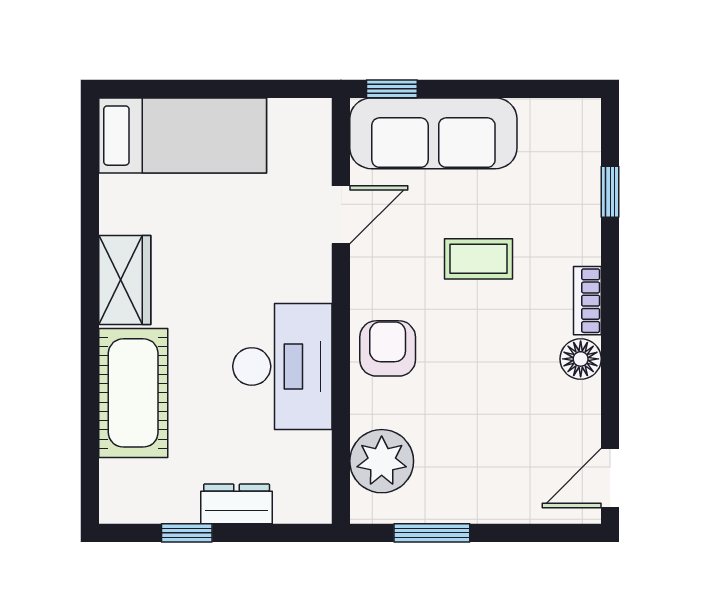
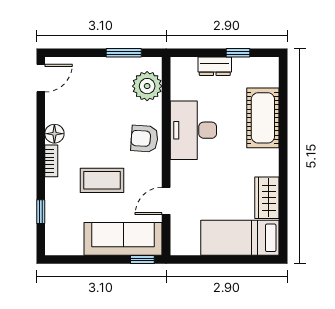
coffee table: (479, 259) -> (102, 180), width x1.36, depth x1.30
wardrobe: (125, 280) -> (267, 198), moved
armchair: (388, 348) -> (144, 139), turned 94

